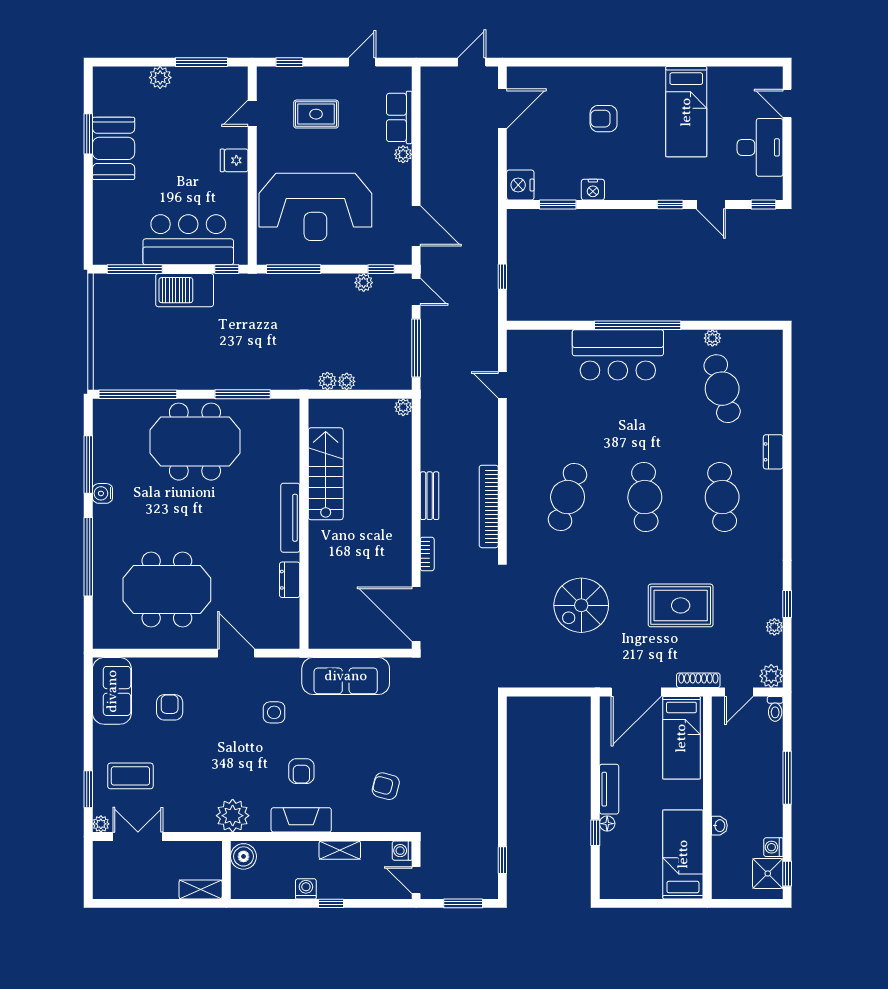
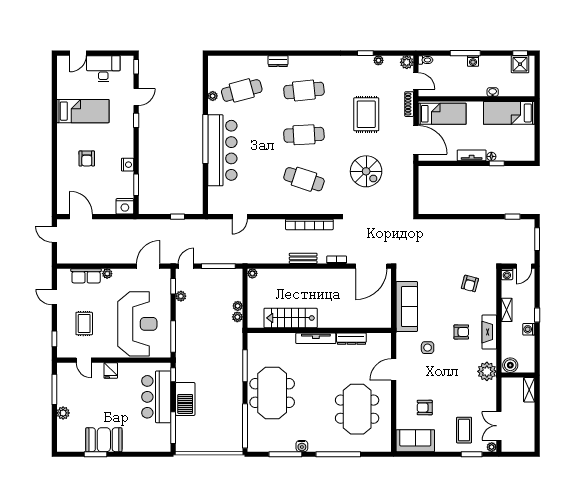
bar counter: (618, 355) -> (222, 150), width x1.36
dresser: (290, 580) -> (351, 339), width x1.44
washing machine: (773, 847) -> (473, 61), moved

